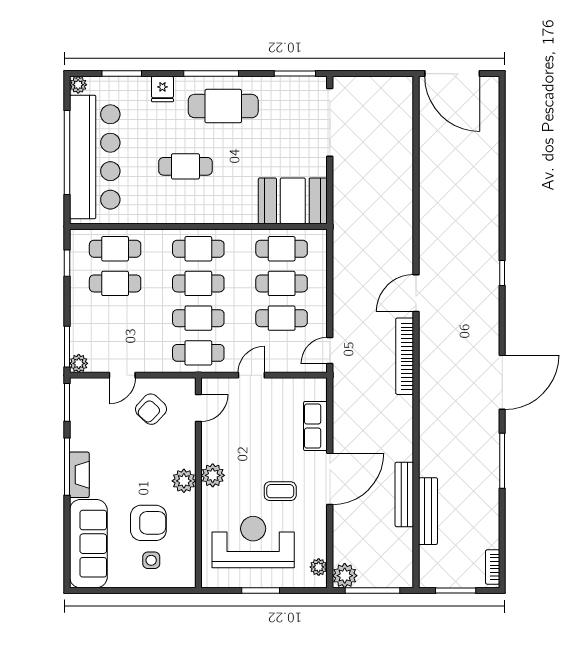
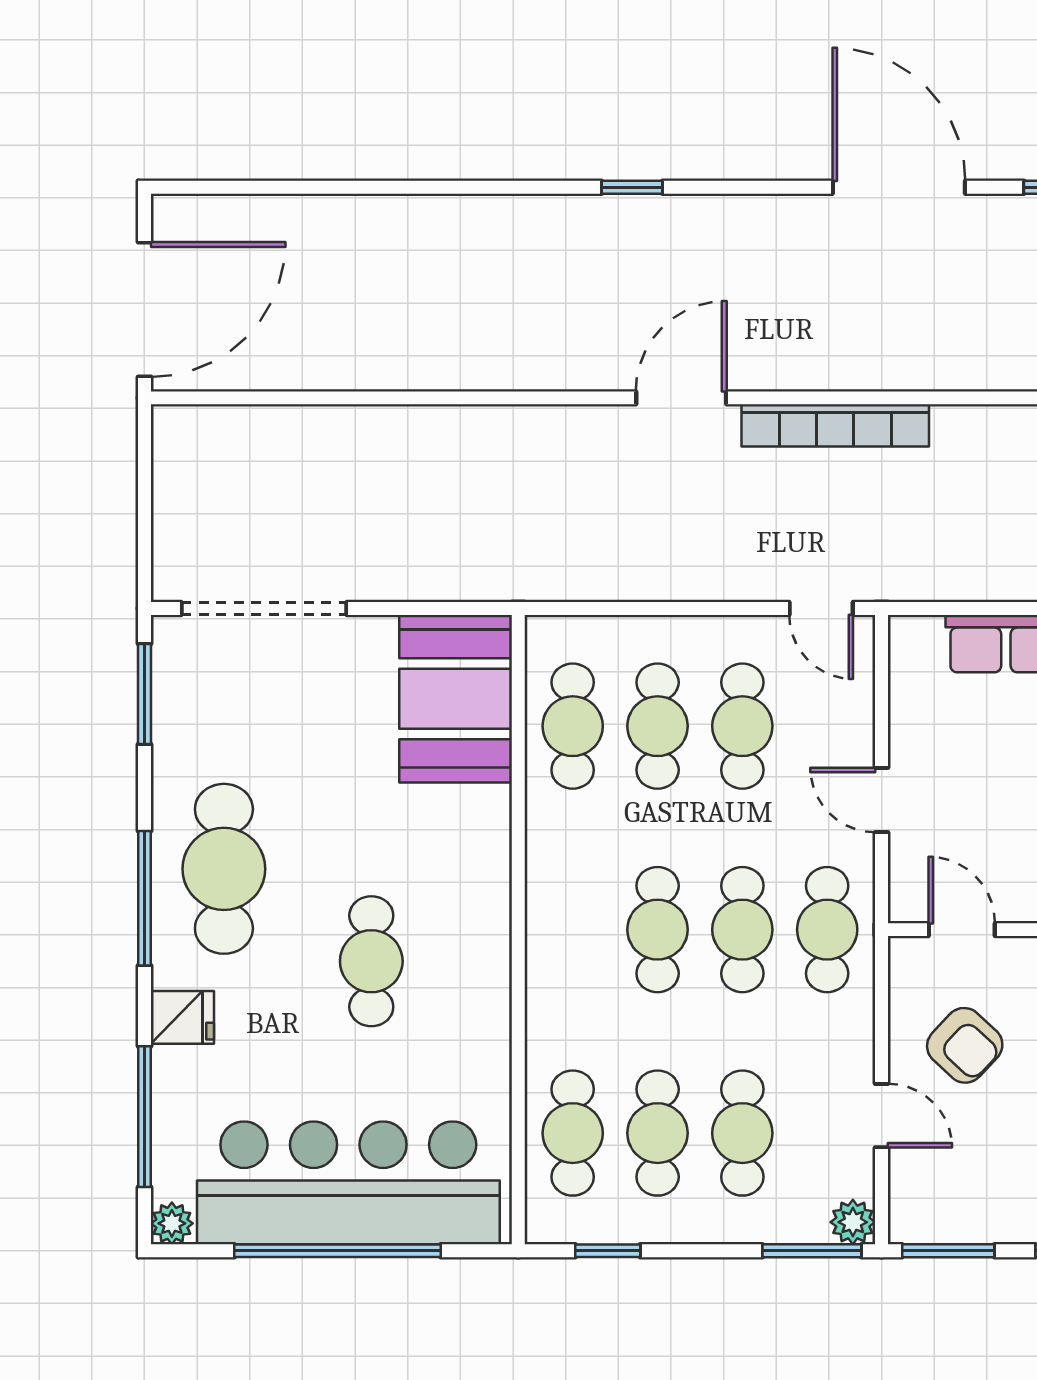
window: (122, 74) -> (144, 1117), width x1.44
cafe table: (198, 249) -> (742, 1133), moved
door: (416, 293) -> (681, 398), swing flipped

